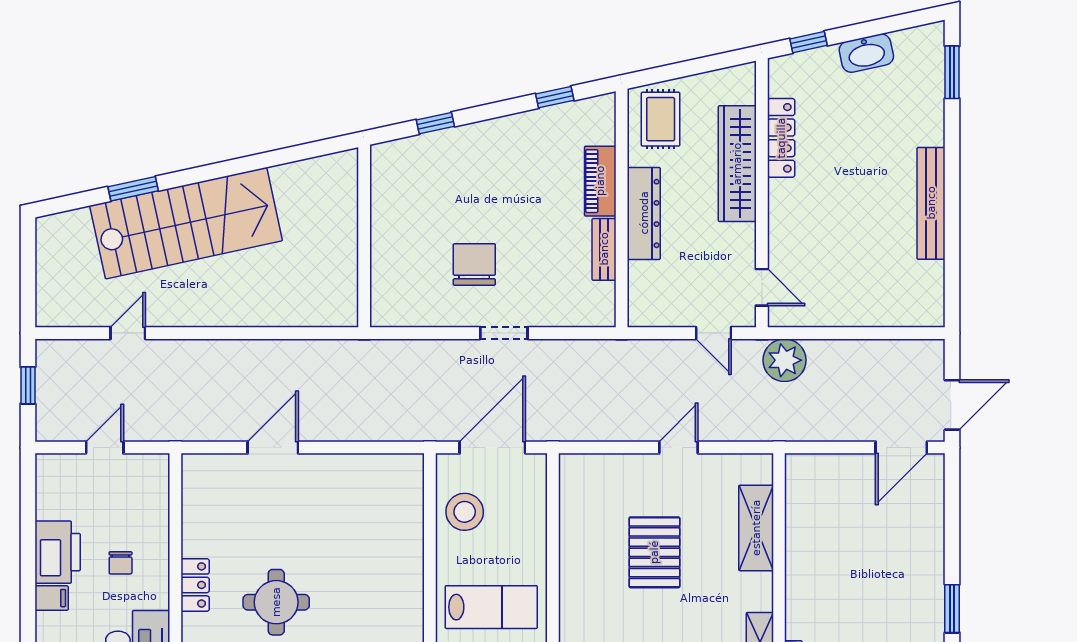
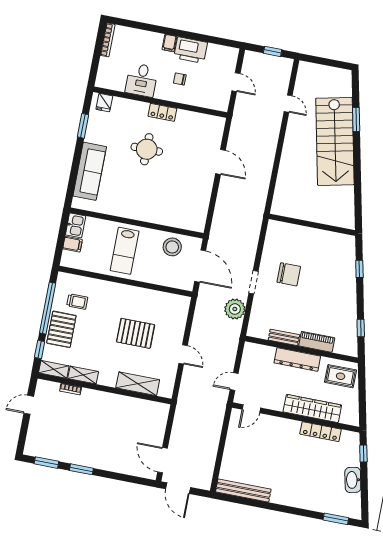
bench: (931, 203) -> (243, 490), moved
plant: (785, 360) -> (235, 309), moved

